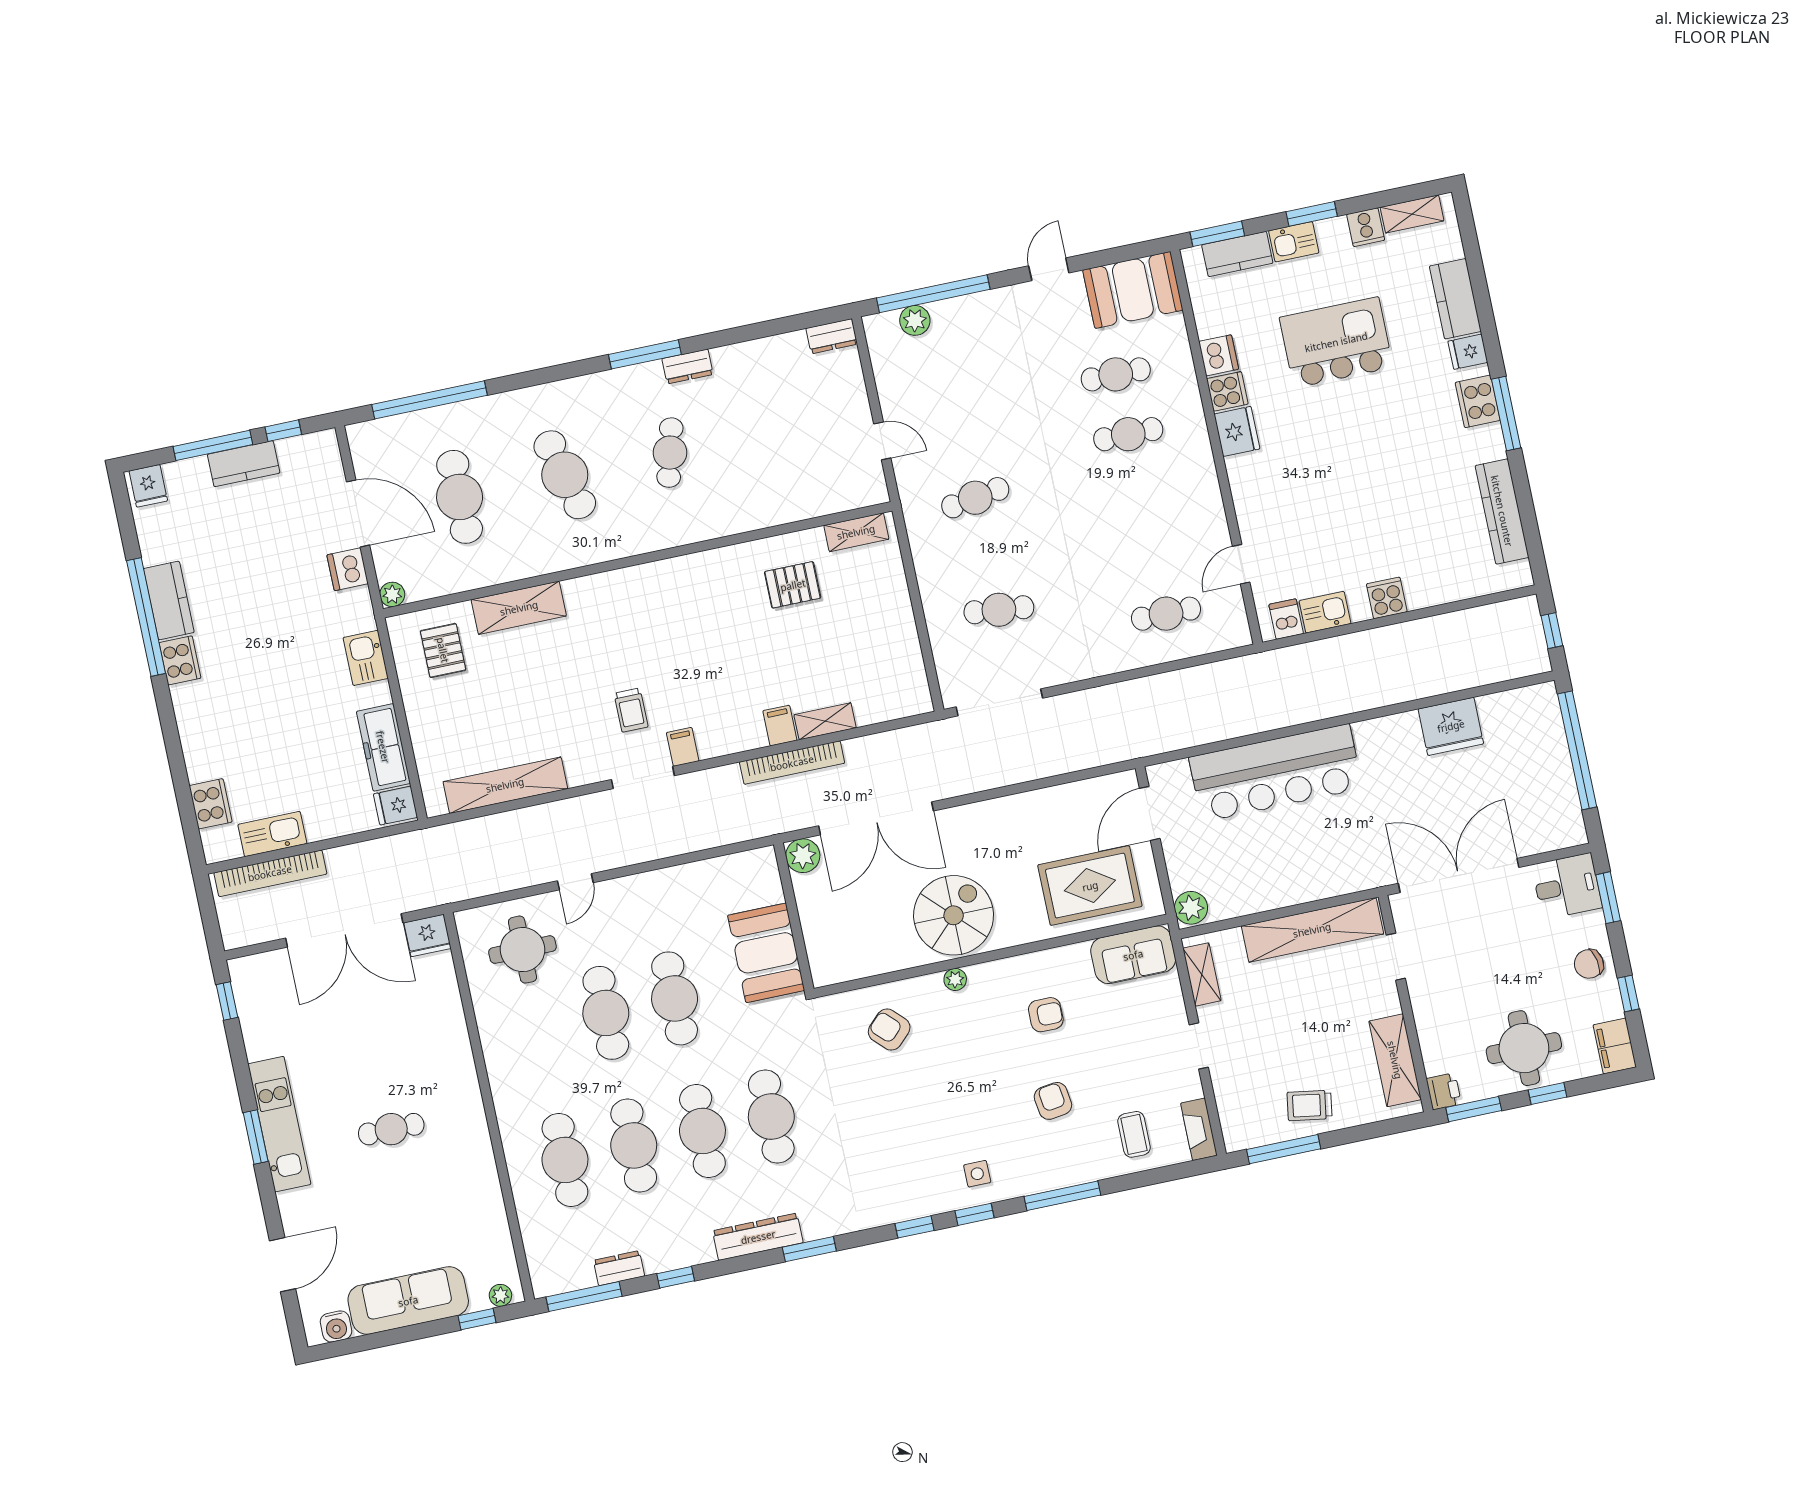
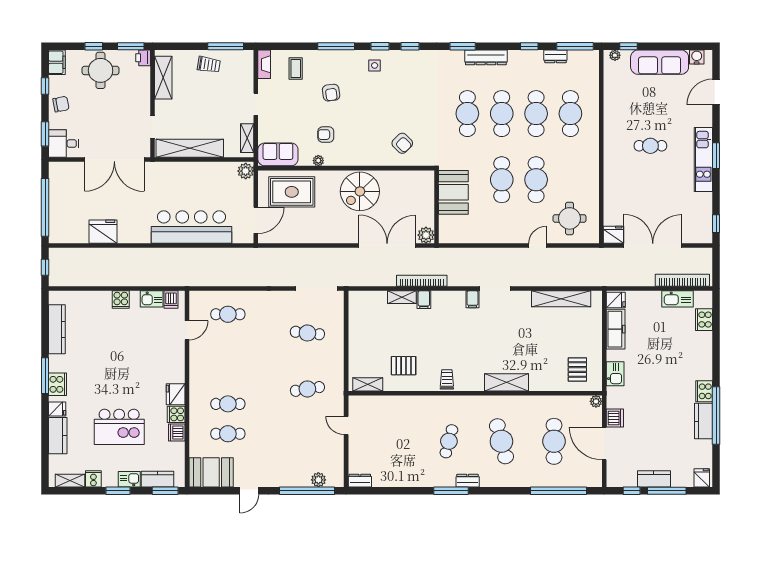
dresser: (688, 366) -> (468, 481), moved
shelving: (519, 608) -> (506, 382), moved
trolley: (631, 710) -> (447, 379), moved
plant: (955, 979) -> (318, 161), moved

